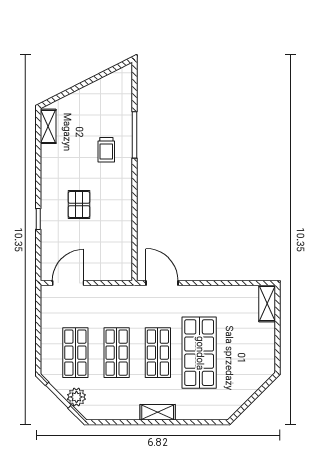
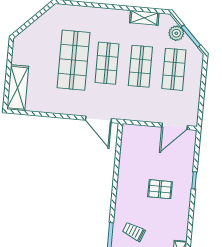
trolley: (106, 150) -> (134, 232), turned -68
pallet: (79, 205) -> (160, 189), turned 90
shelving: (267, 303) -> (18, 88), width x1.50, depth x1.33
shelving: (158, 412) -> (144, 18), moved

